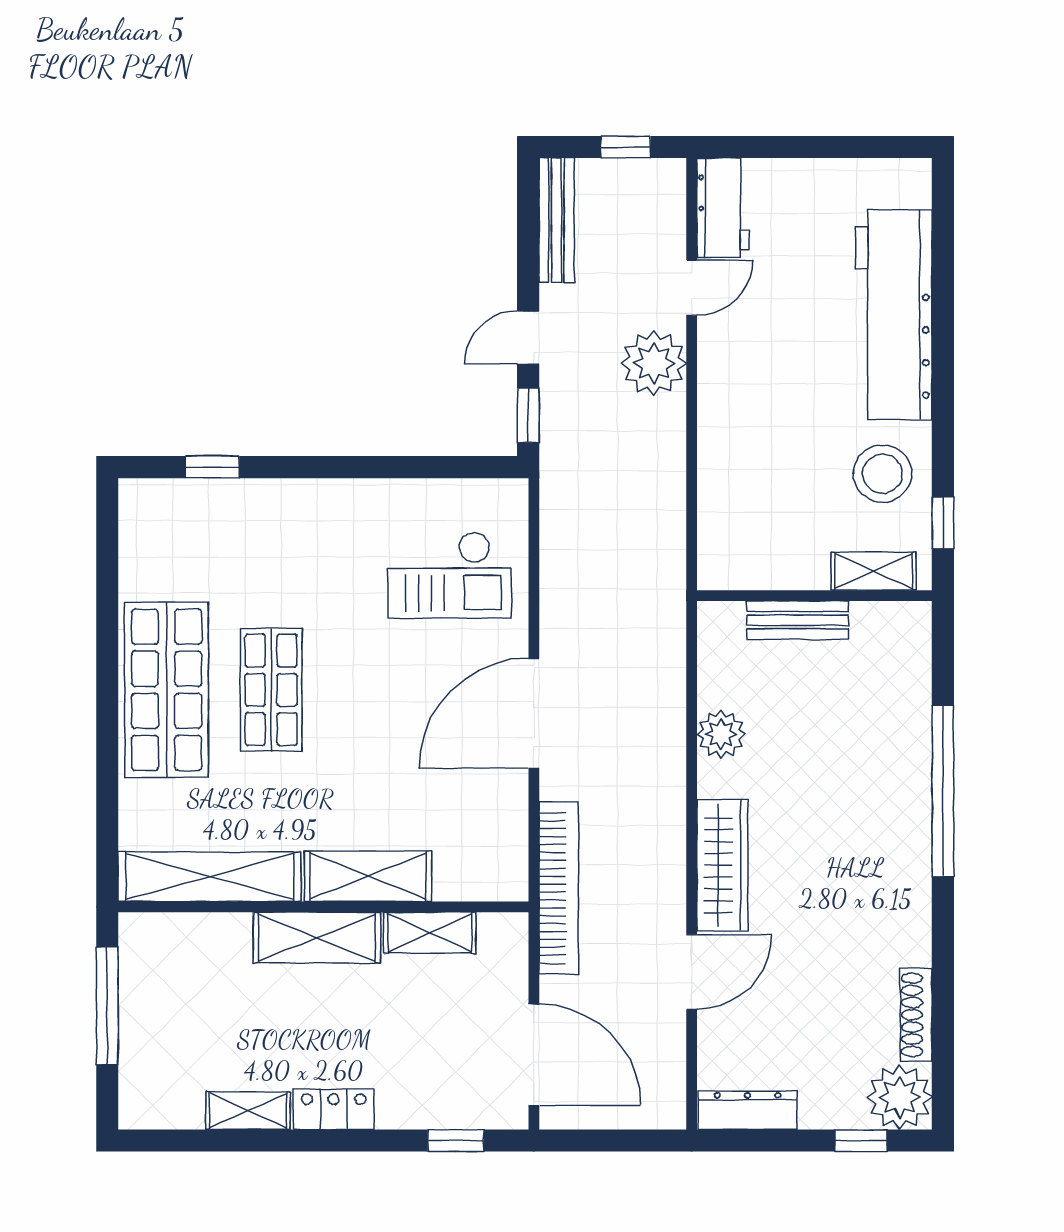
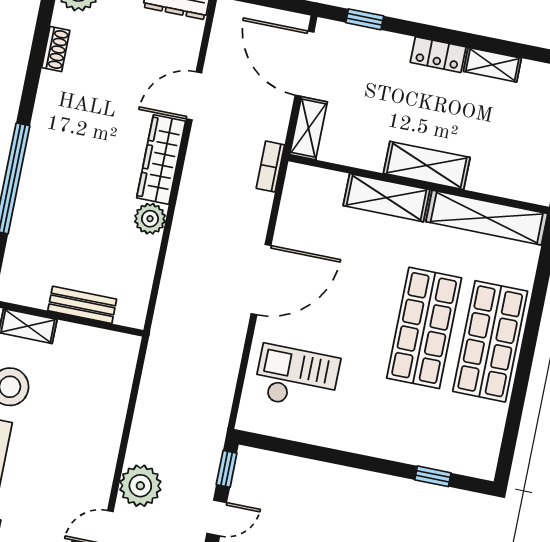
shop shelf: (271, 690) -> (424, 328), width x1.43, depth x1.36
plant: (721, 734) -> (150, 219), moved
bookcase: (559, 888) -> (270, 167), width x0.43, depth x0.76
shelving: (430, 933) -> (309, 128), moved, turned 90
shoe rack: (916, 1015) -> (56, 49), width x0.70

